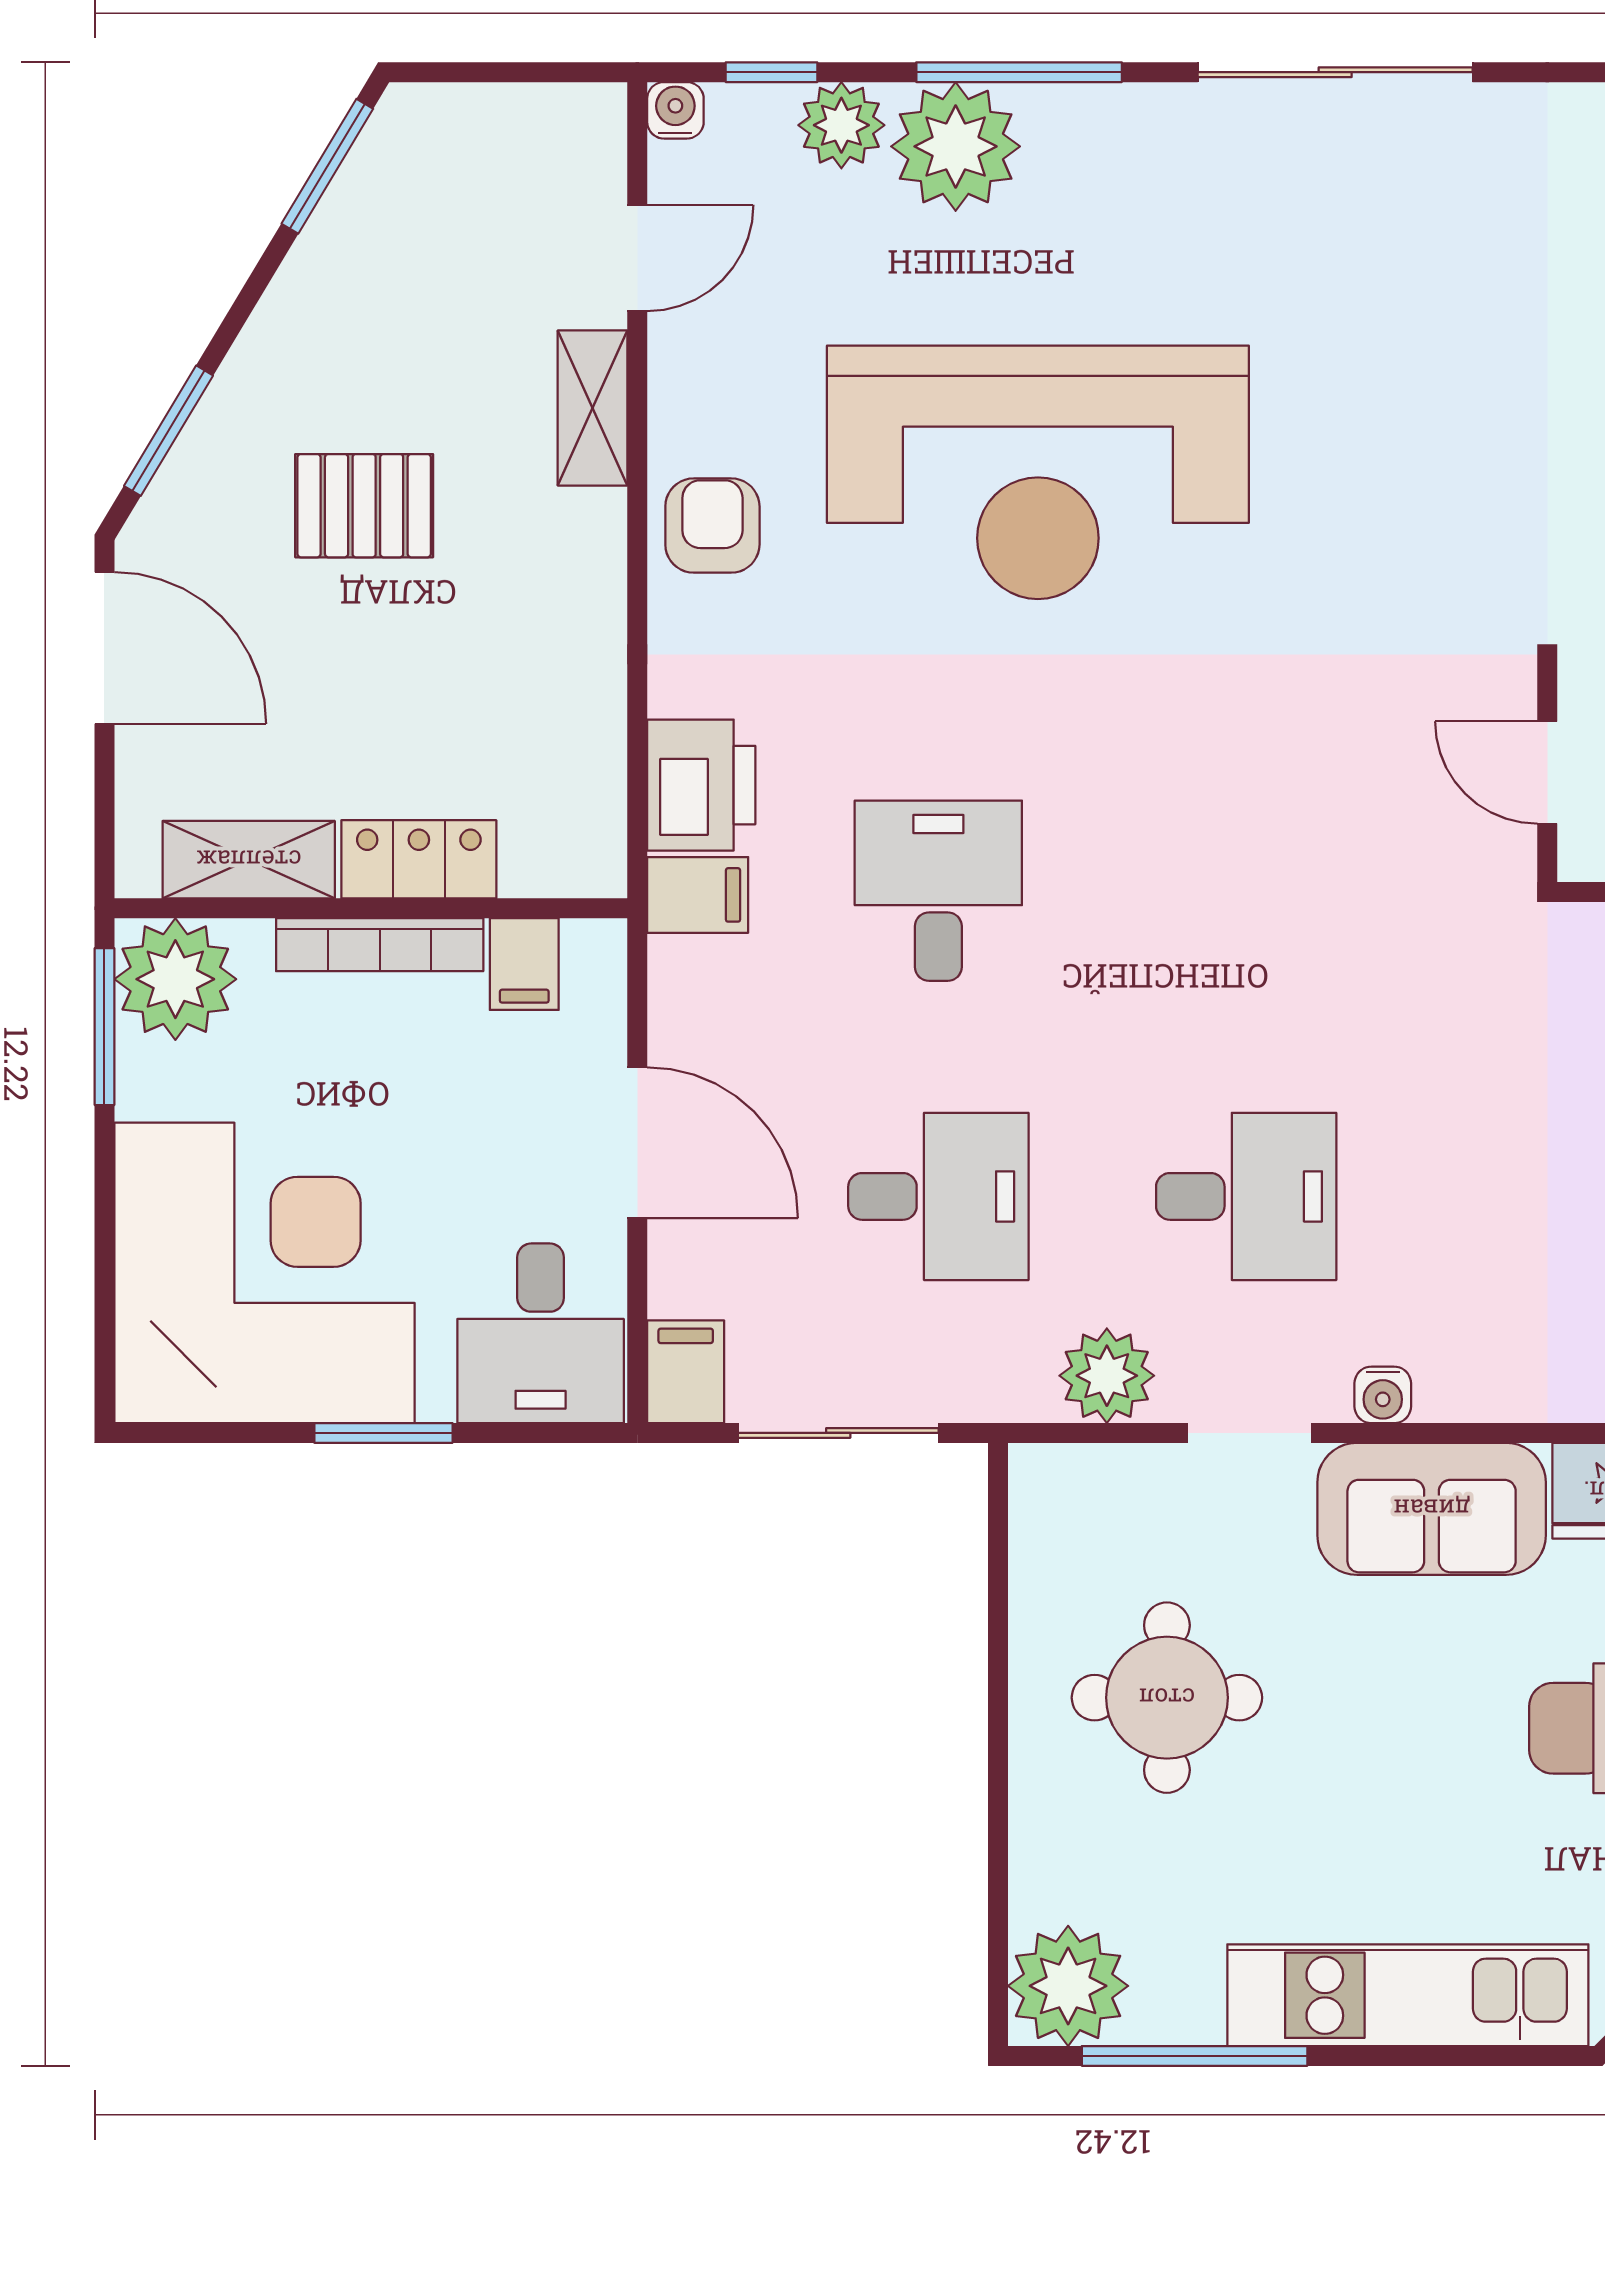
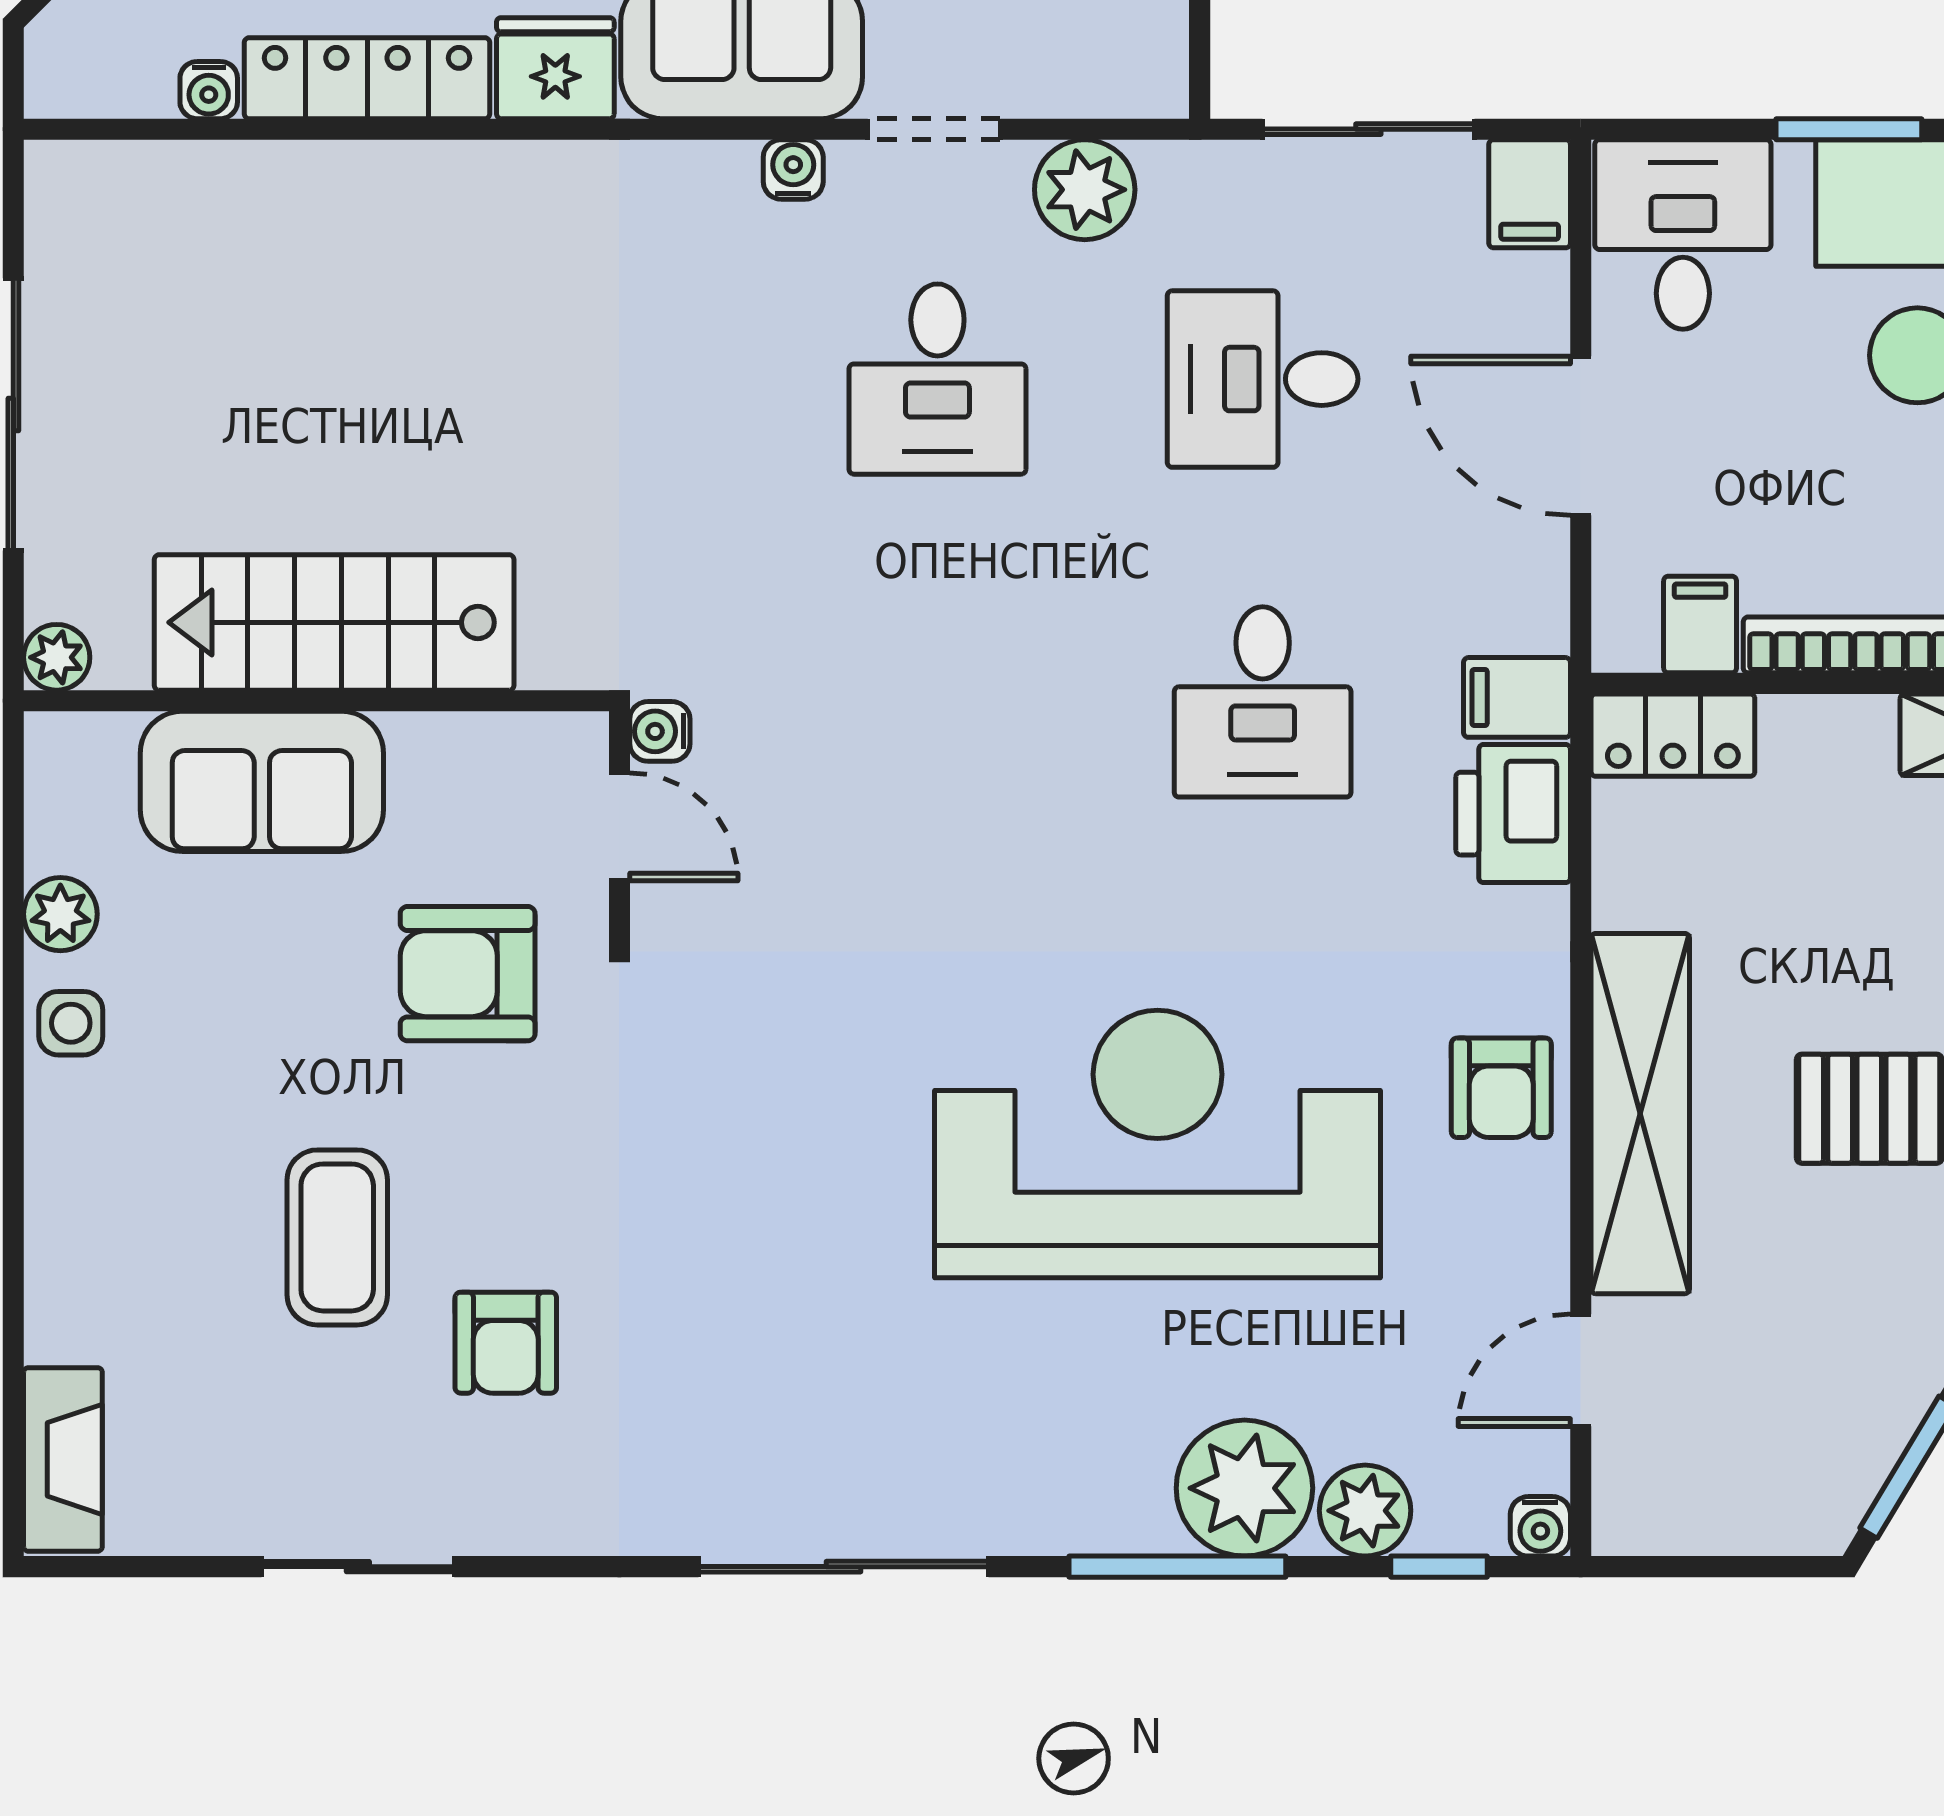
shelving: (593, 408) -> (1640, 1114), width x2.20, depth x1.33
locker: (419, 859) -> (1673, 735), moved
water cooler: (1509, 863) -> (660, 731), added
desk: (1246, 1196) -> (937, 379), turned -90

